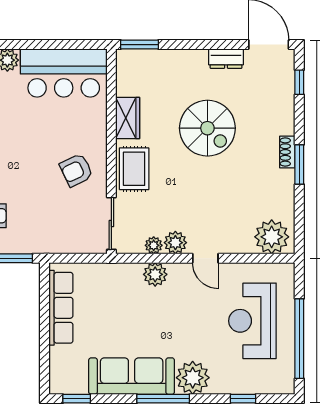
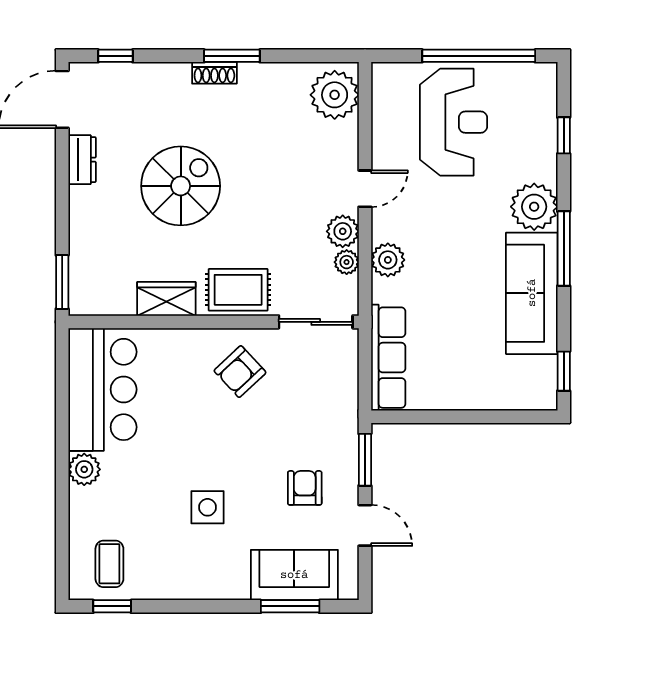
armchair: (76, 170) -> (240, 372), turned 73
row of seats: (61, 308) -> (388, 358), moved, turned 90
reception desk: (252, 321) -> (453, 122), turned -90

